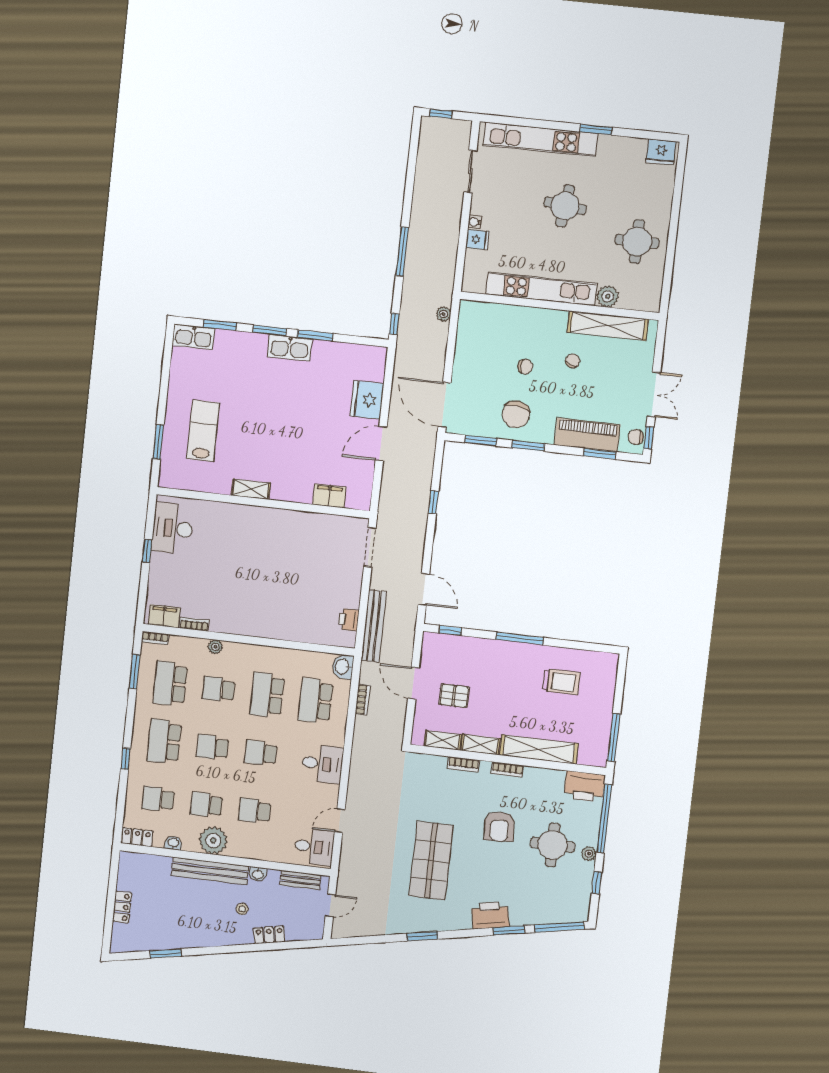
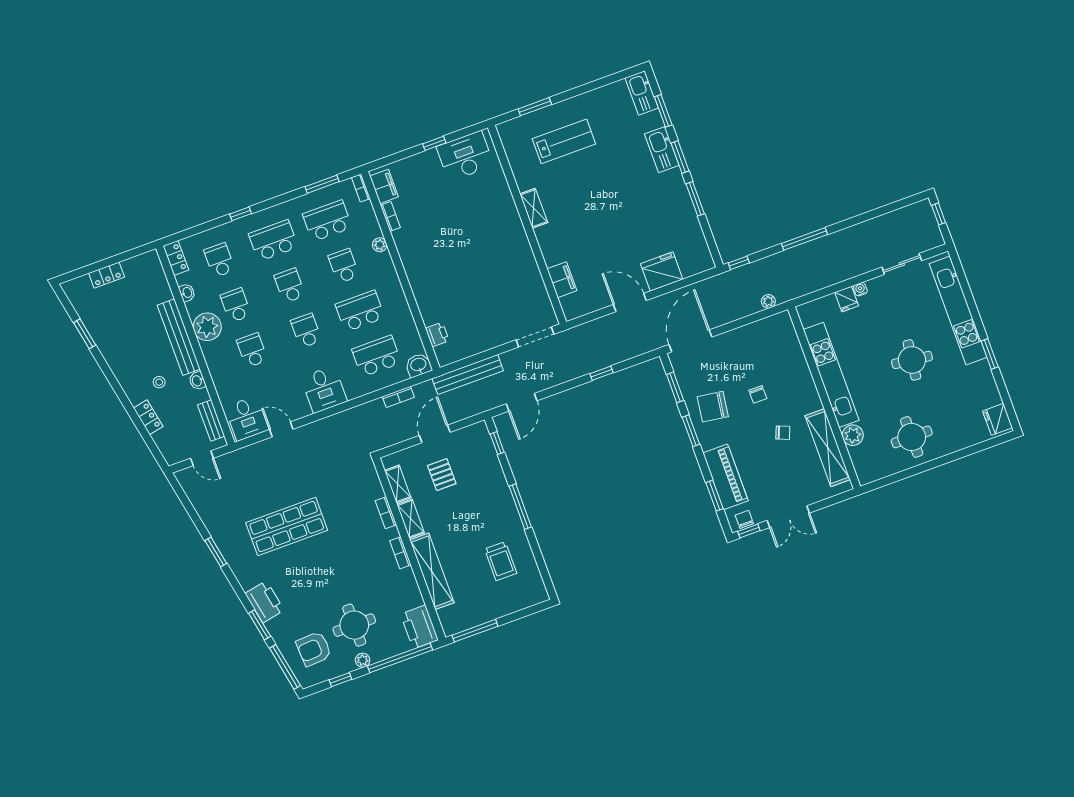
kitchen sink: (290, 348) -> (662, 150), moved
printer: (349, 620) -> (437, 335), moved, turned 90
armchair: (499, 826) -> (314, 649), moved

